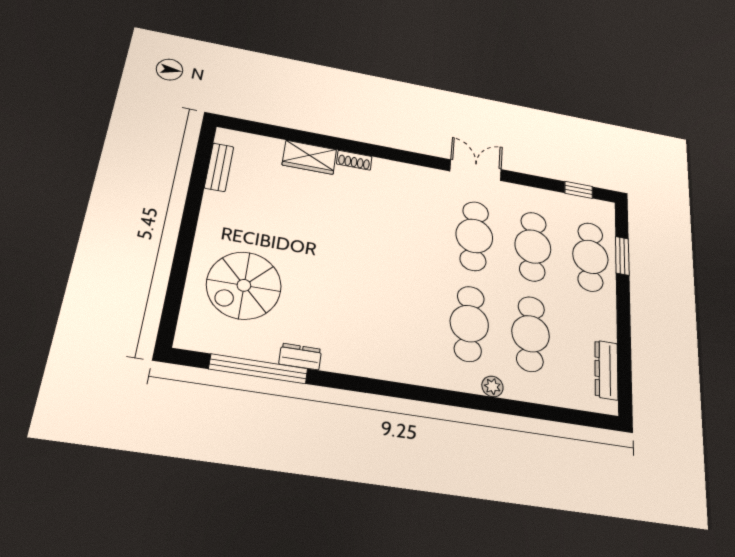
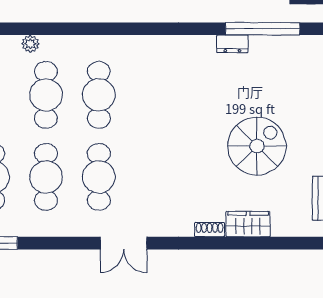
double door: (476, 170) -> (124, 243), moved
spiral stairs: (244, 285) -> (257, 146), moved
plant: (492, 386) -> (30, 44), moved

